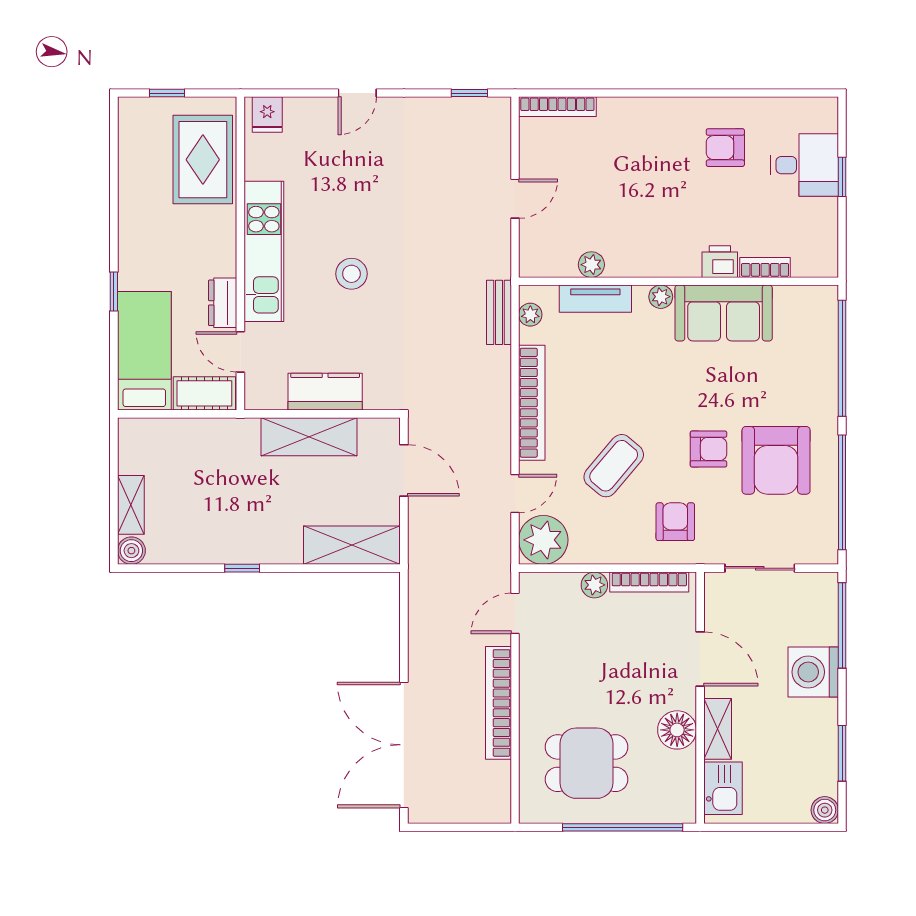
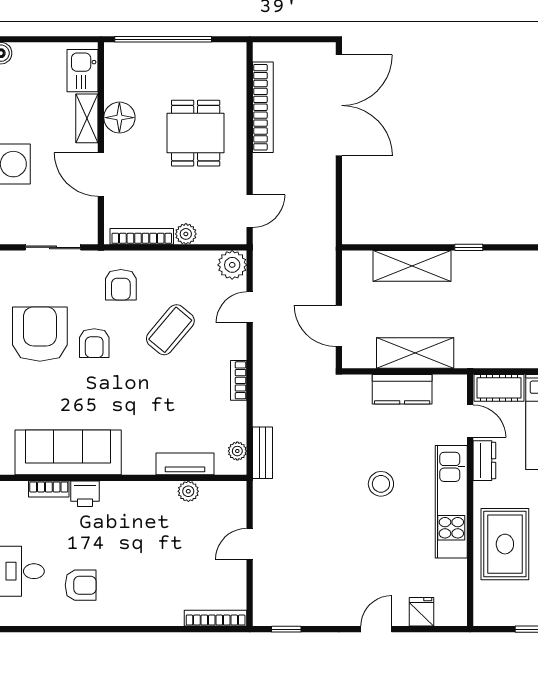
fridge: (267, 115) -> (422, 612), moved
rug: (203, 160) -> (505, 544), moved
plant: (661, 297) -> (133, 465), removed
sofa: (724, 313) -> (68, 452), width x1.36
bookcase: (532, 403) -> (239, 380), width x0.43, depth x0.76
armchair: (708, 449) -> (94, 343), turned -90
plant: (543, 540) -> (232, 265), width x0.73, depth x0.73
shelving: (352, 545) -> (412, 266), moved
bookcase: (498, 703) -> (263, 107), moved
dining table: (587, 763) -> (196, 133), moved, turned 90

